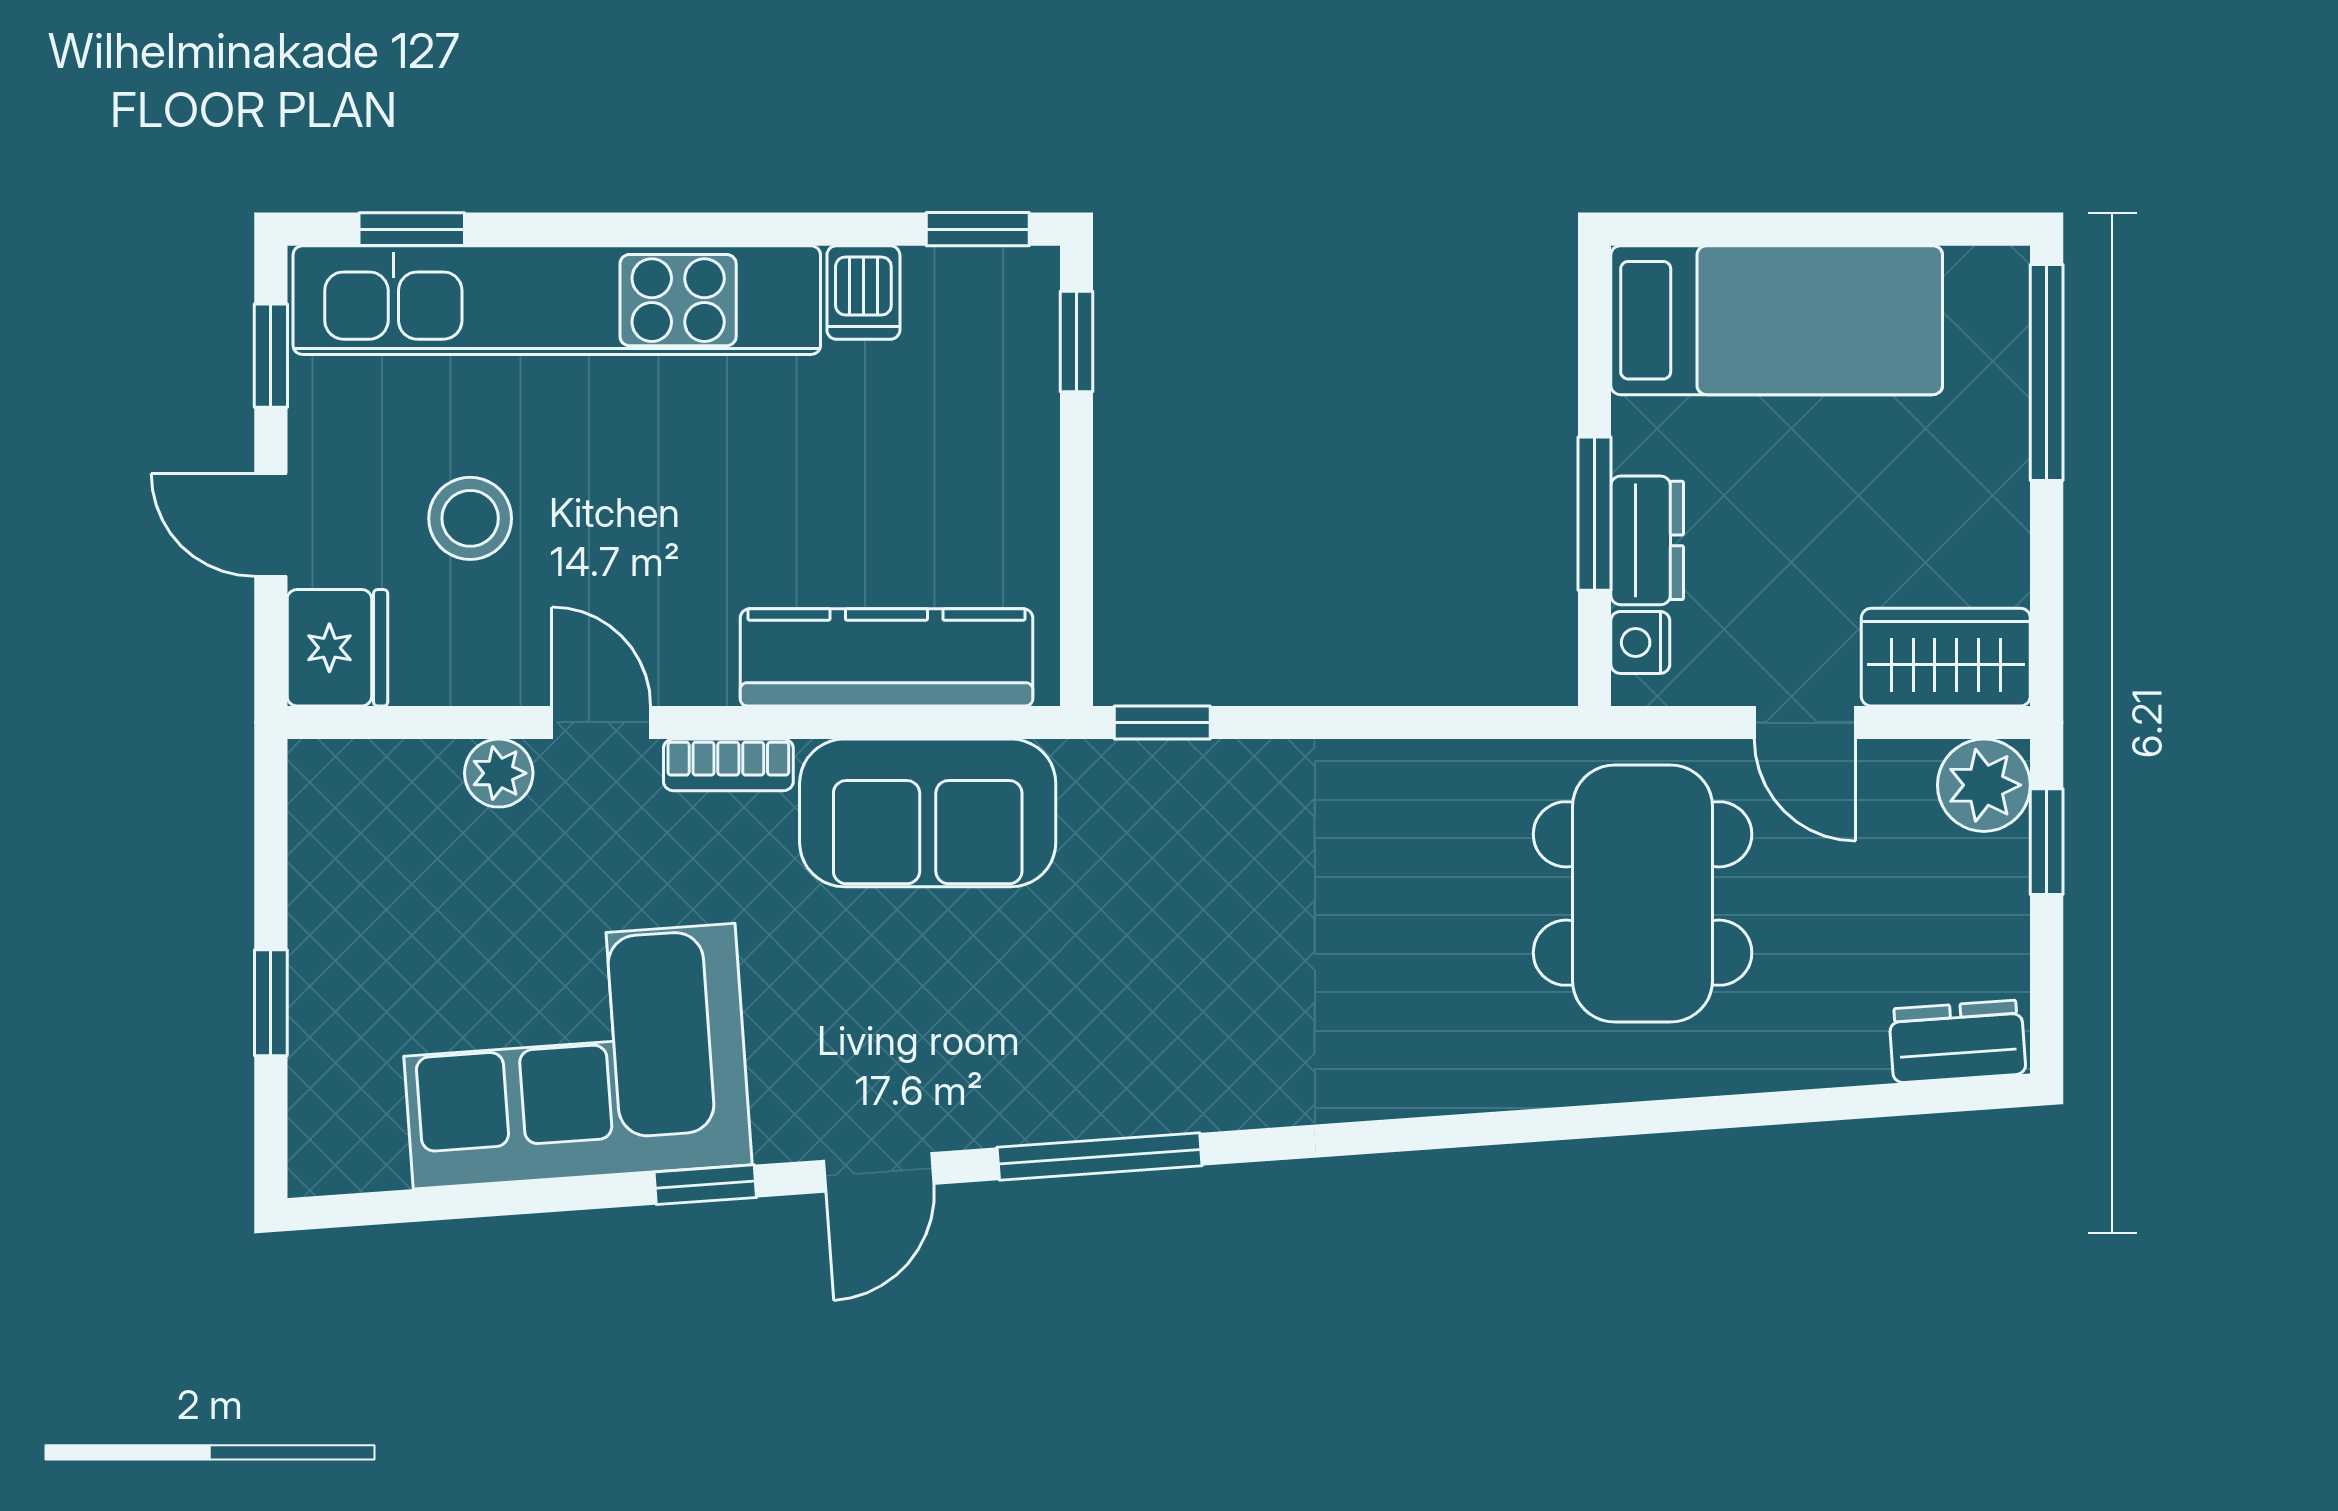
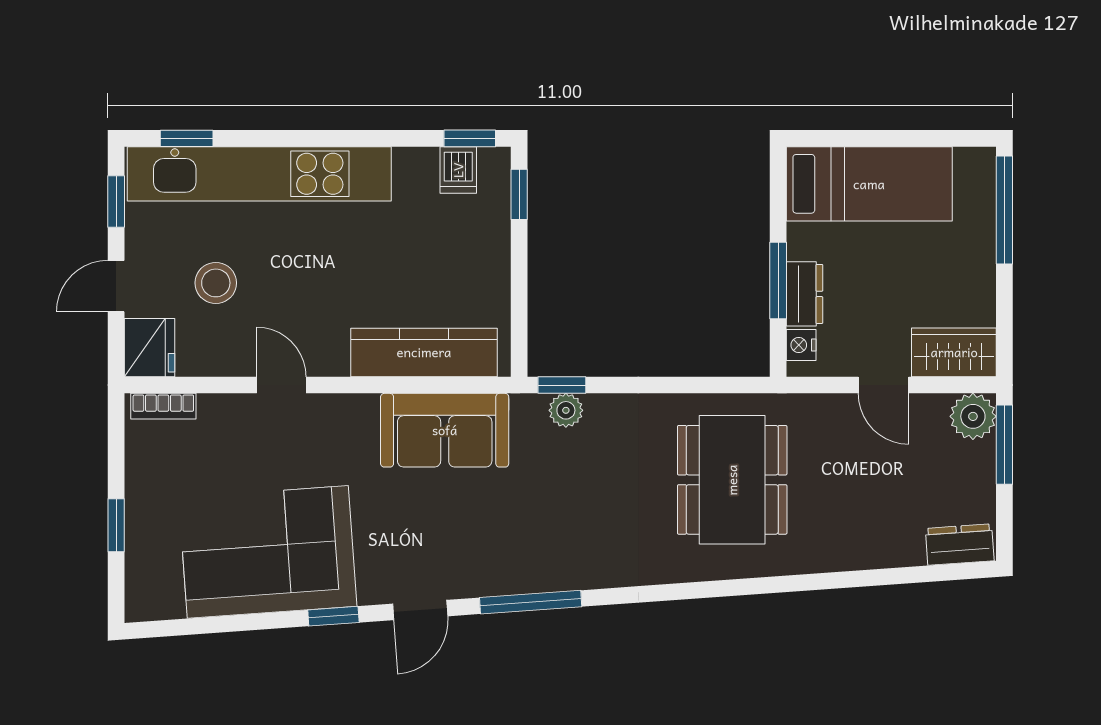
dishwasher: (863, 293) -> (458, 170), moved
door: (271, 525) -> (116, 286), hinge flipped
bookcase: (728, 765) -> (163, 406), moved
plant: (499, 773) -> (566, 410), moved
window: (2047, 842) -> (1004, 445), width x1.50
dining table: (1643, 893) -> (732, 480), moved

